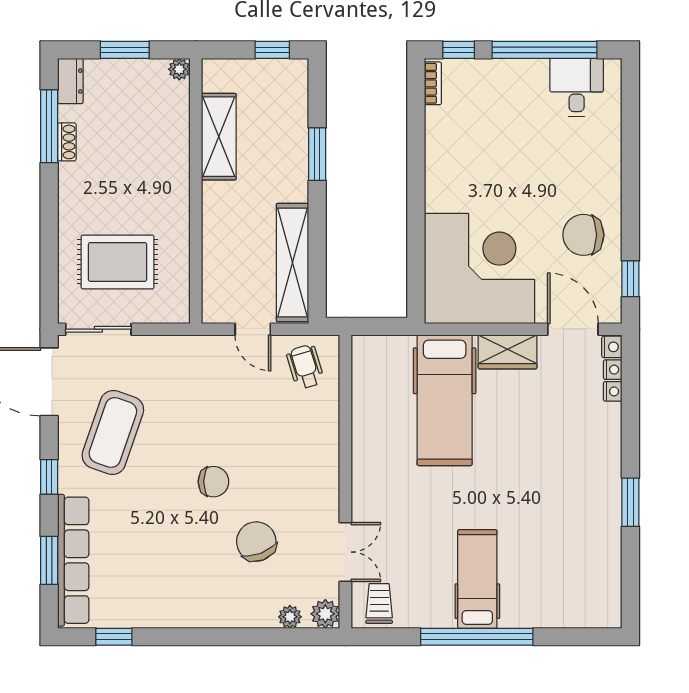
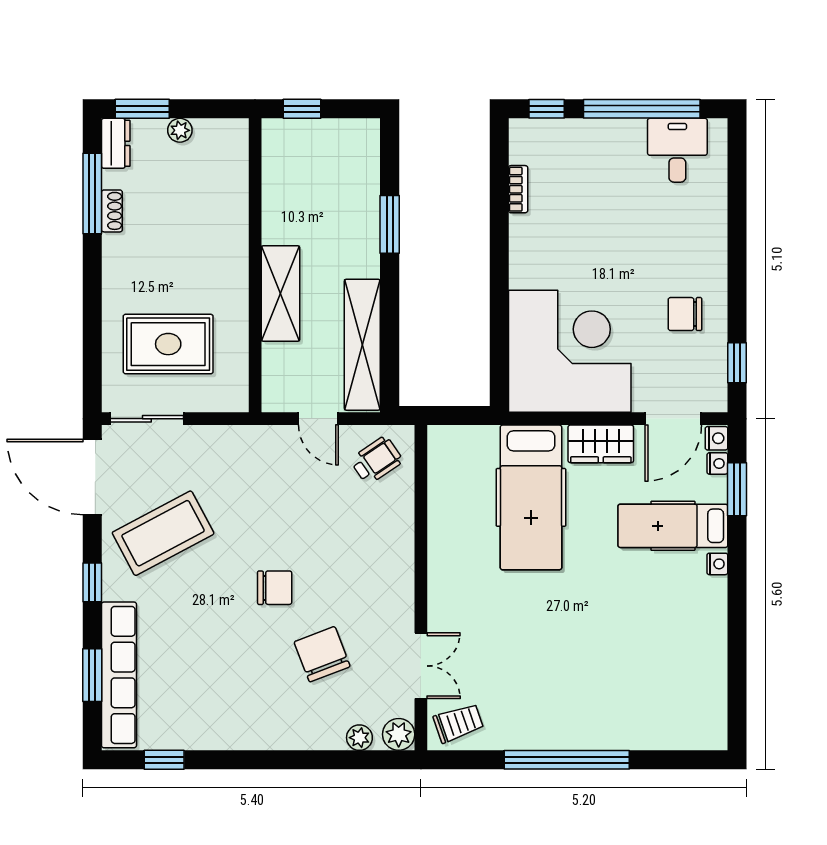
window: (125, 50) -> (142, 109), moved
window: (272, 50) -> (302, 109), moved
plant: (179, 69) -> (180, 130), moved
bookcase: (433, 83) -> (518, 189), moved
shelving: (219, 137) -> (280, 293), moved
chair: (583, 235) -> (685, 314), width x0.73, depth x0.73
door: (573, 329) -> (673, 419), swing flipped
wheelchair: (305, 367) -> (376, 460), turned 73
nightstand: (613, 391) -> (717, 564), moved
coffee table: (113, 432) -> (163, 533), turned 43
window: (630, 502) -> (737, 489), moved
hospital bed: (477, 579) -> (673, 526), moved, turned -90
trolley: (379, 604) -> (458, 723), turned 71

